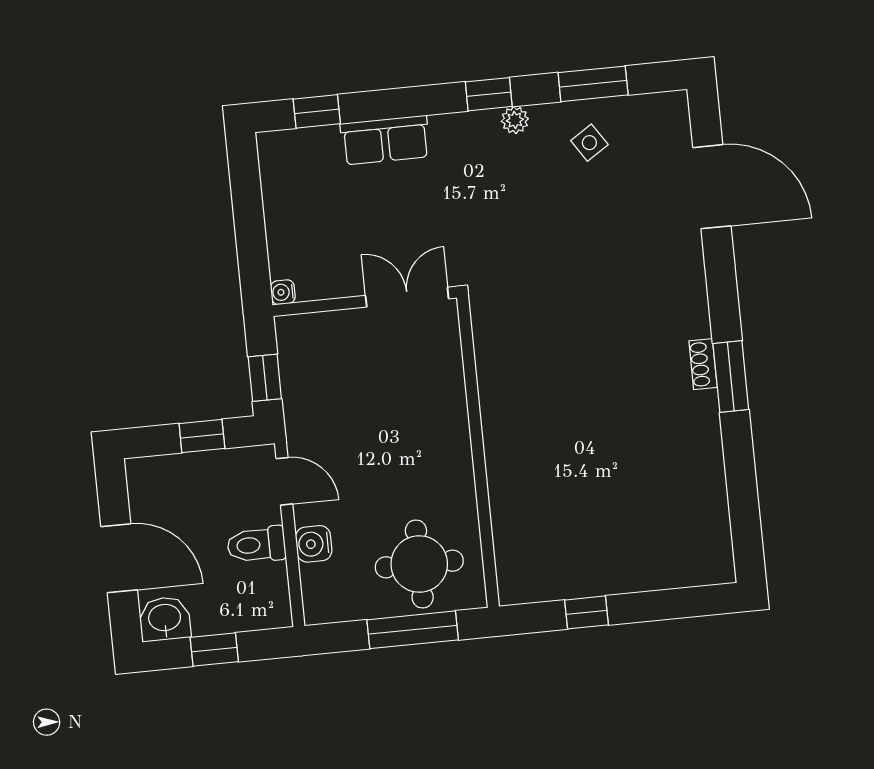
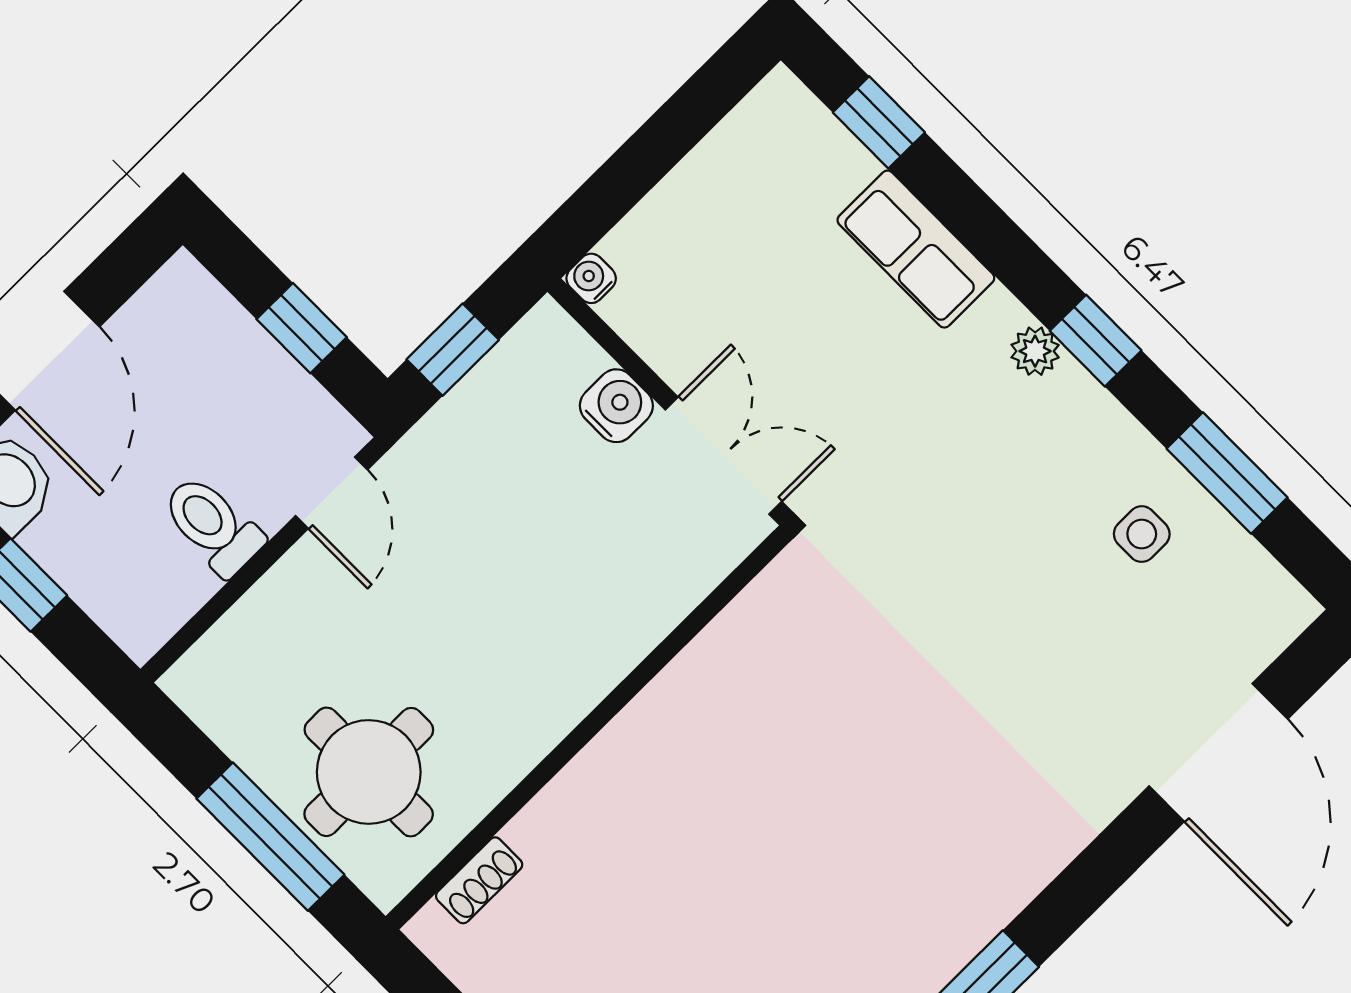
plant: (515, 120) -> (1035, 351), moved
side table: (589, 143) -> (1142, 534), turned 33
shoe rack: (703, 364) -> (479, 880), moved, turned 180
water cooler: (314, 544) -> (616, 406), moved, turned 90

